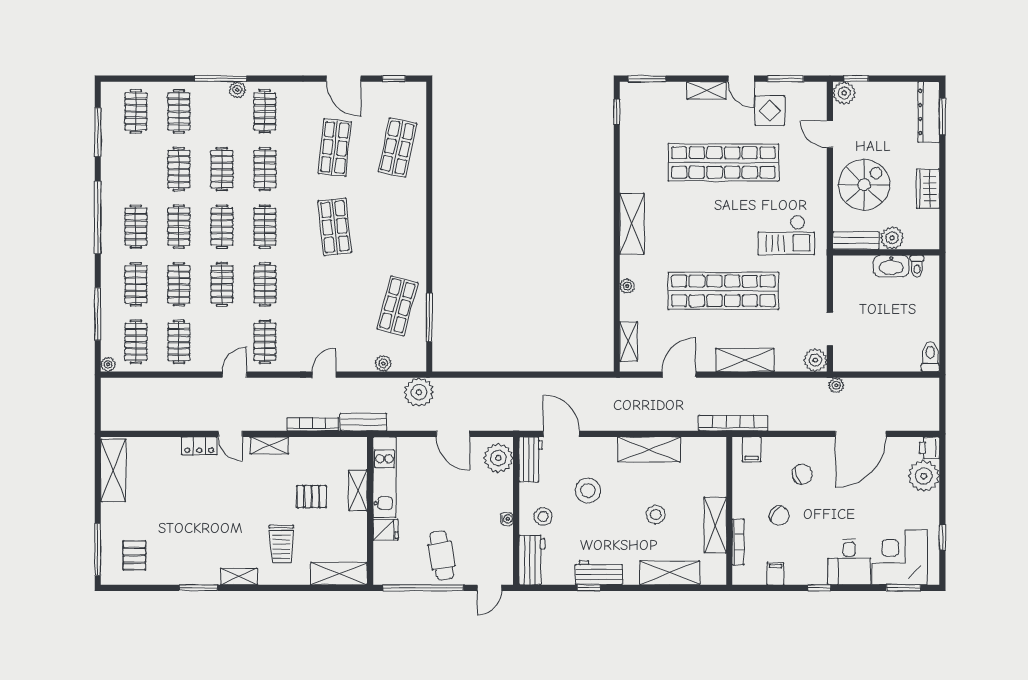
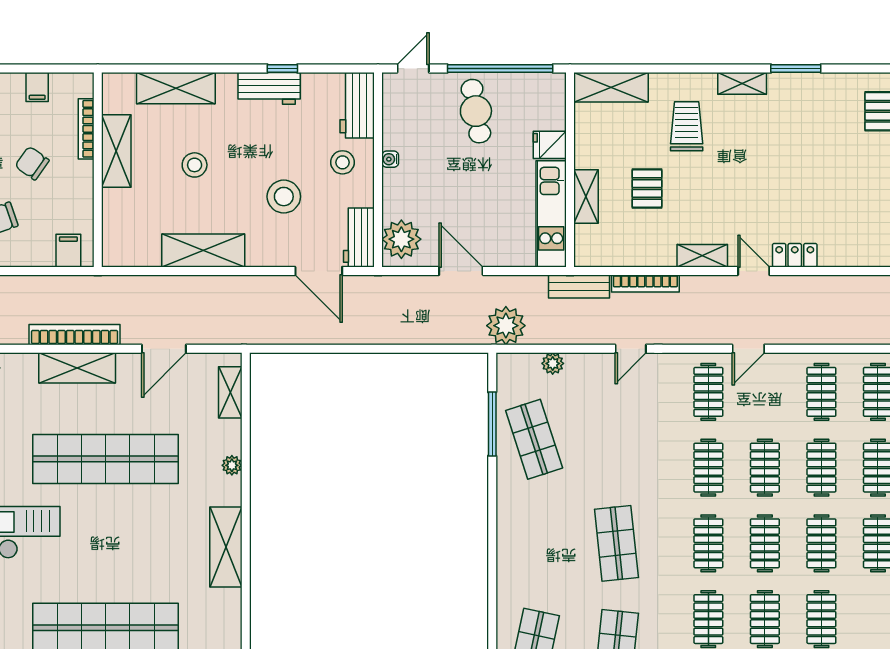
shop shelf: (397, 306) -> (534, 439), turned -33
bookcase: (733, 423) -> (75, 335), moved, turned 180
pallet: (312, 497) -> (647, 189), turned 90

